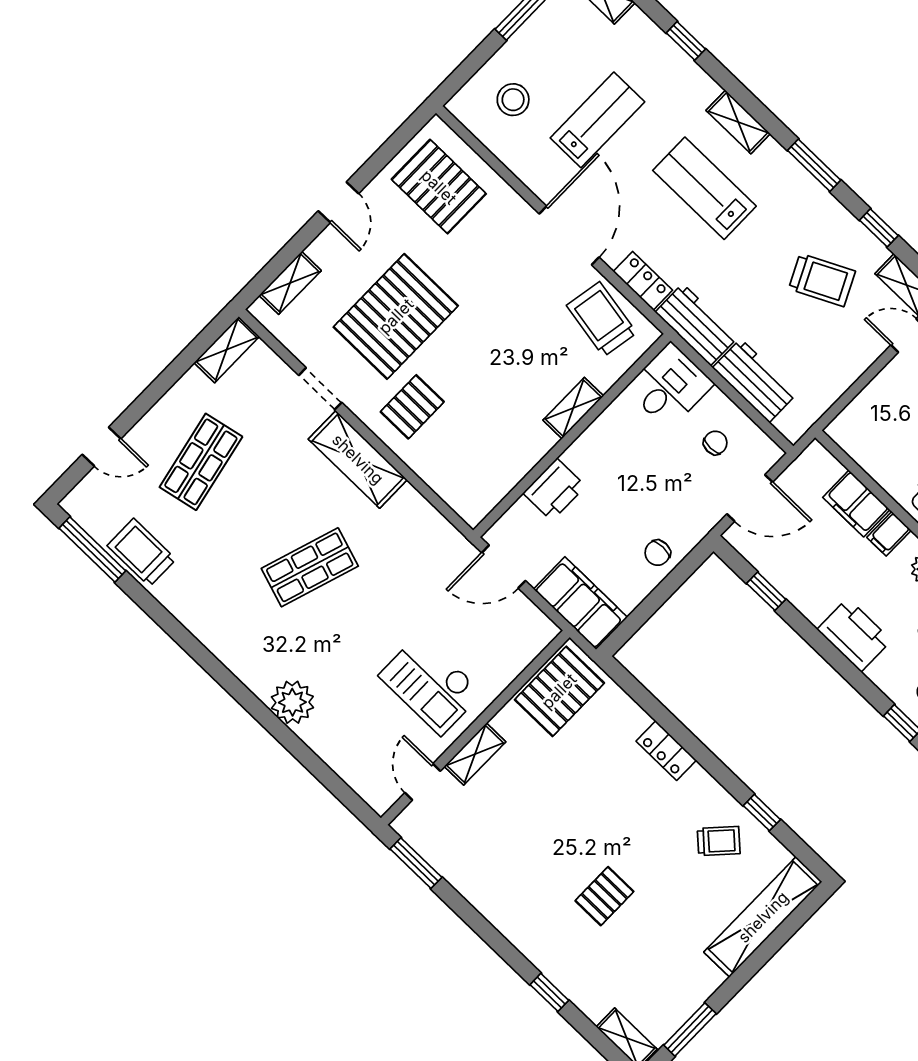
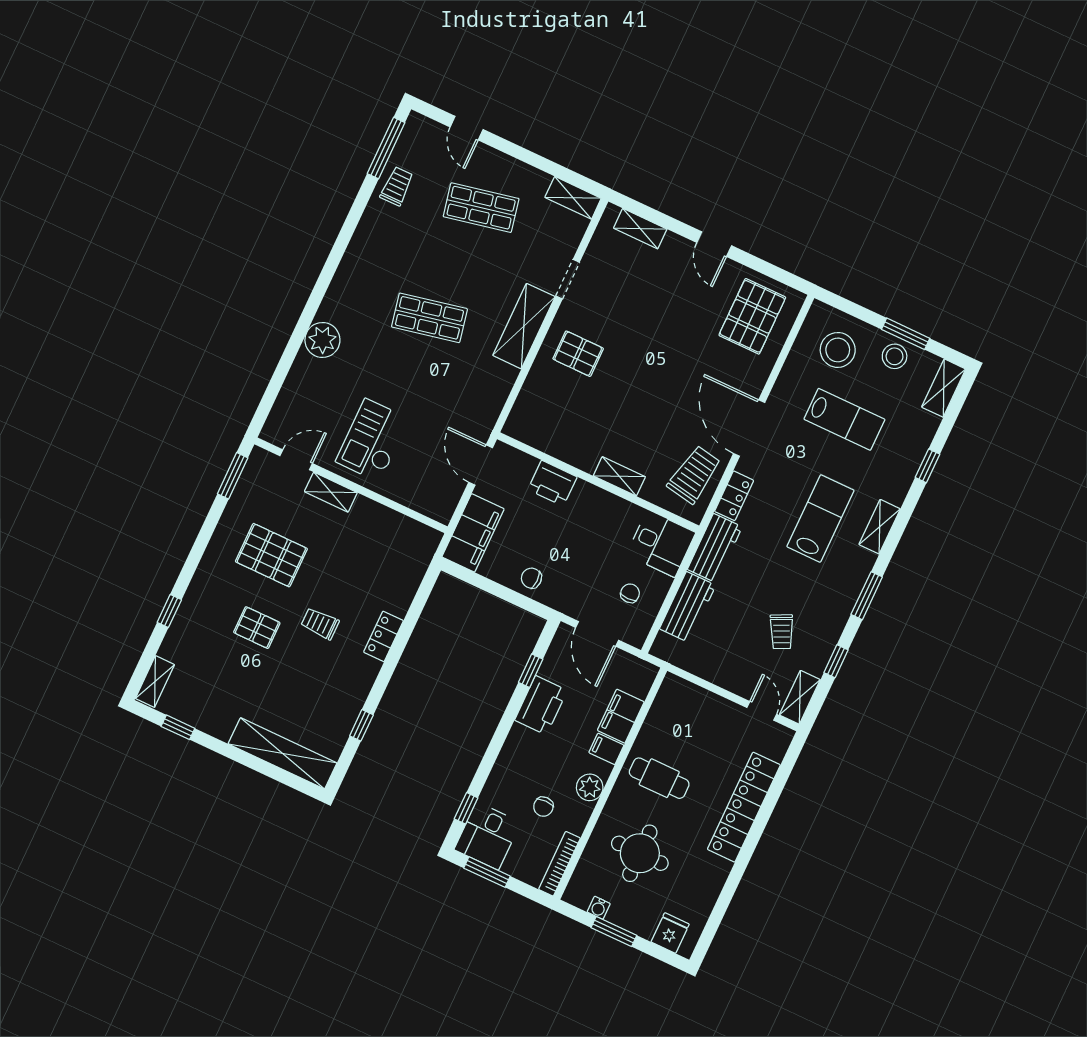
stool: (544, 35) -> (895, 356), added
stool: (513, 100) -> (838, 350), width x1.38, depth x1.38
door: (338, 202) -> (714, 244), hinge flipped
door: (569, 235) -> (749, 428), swing flipped
trolley: (822, 280) -> (782, 632), width x0.73, depth x0.72
pallet: (396, 316) -> (642, 318), removed
chair: (715, 443) -> (630, 593), turned -90
trolley: (142, 552) -> (397, 186), width x0.73, depth x0.72
shop shelf: (310, 567) -> (429, 318), turned -30
printer: (854, 635) -> (541, 705), moved
pallet: (559, 691) -> (271, 555), moved
trolley: (719, 841) -> (320, 624), moved, turned 137
window: (690, 1029) -> (178, 727), width x0.67

